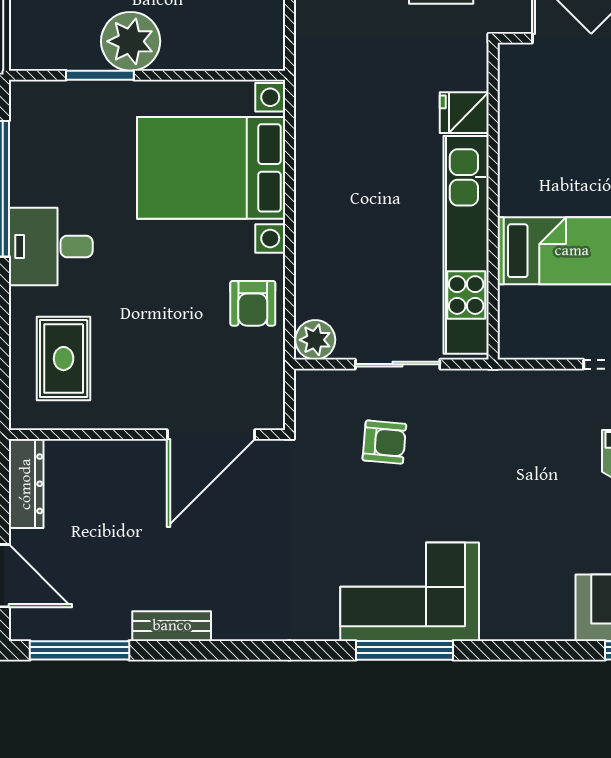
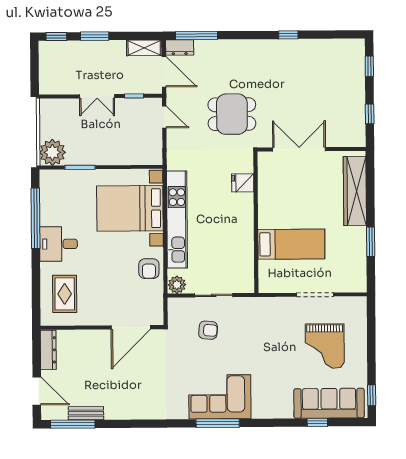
plant: (131, 41) -> (52, 152), moved
kitchen unit: (466, 245) -> (177, 219), moved, turned 180
bench: (172, 626) -> (86, 413), moved

